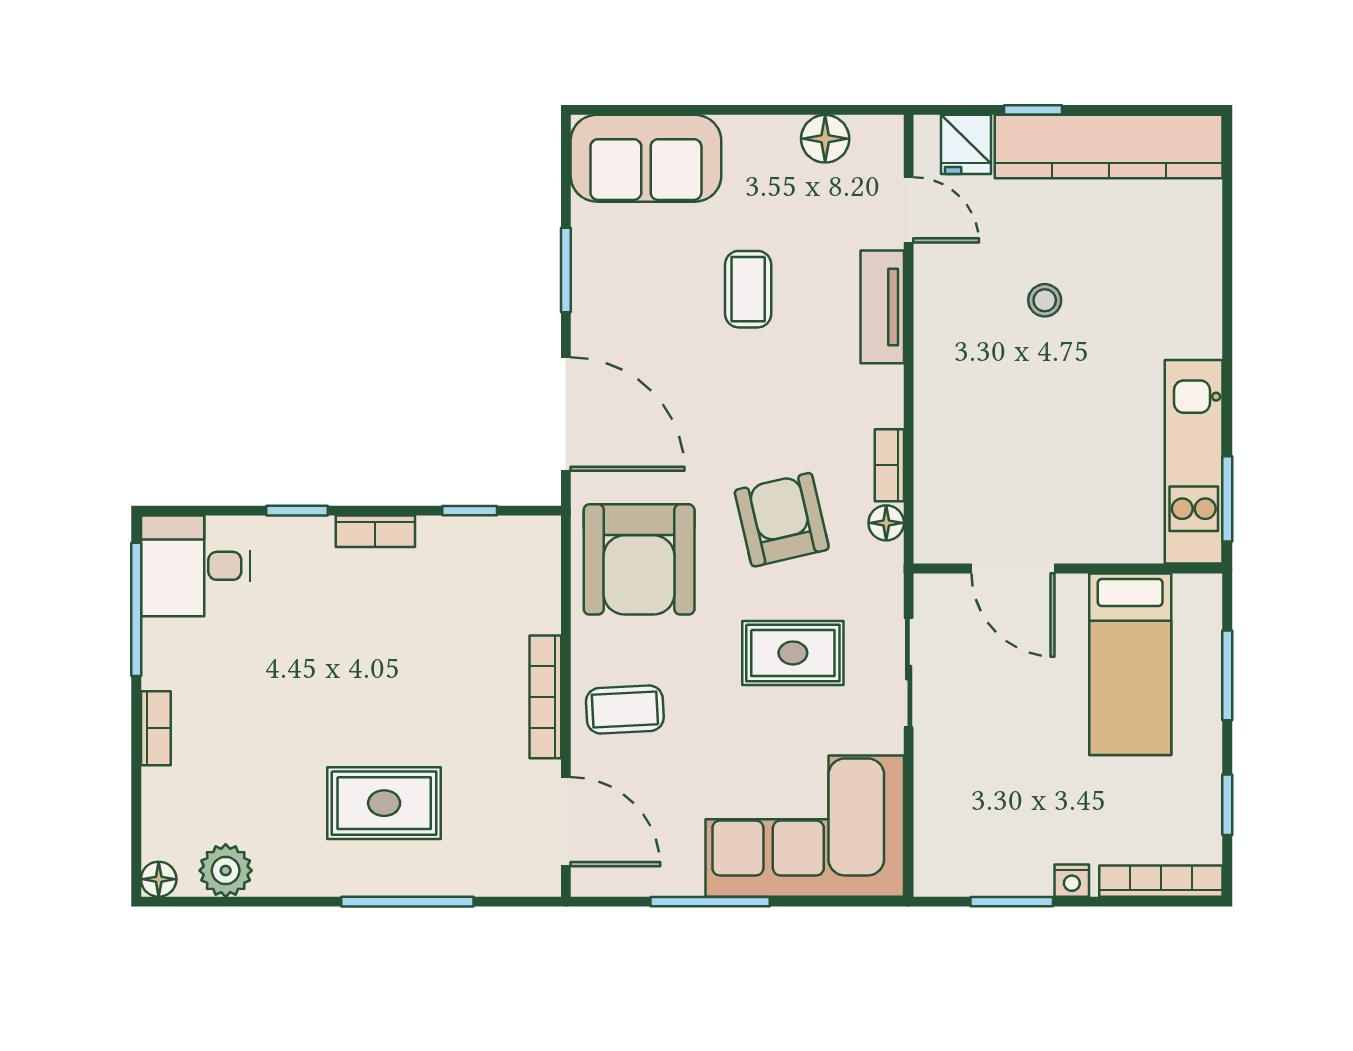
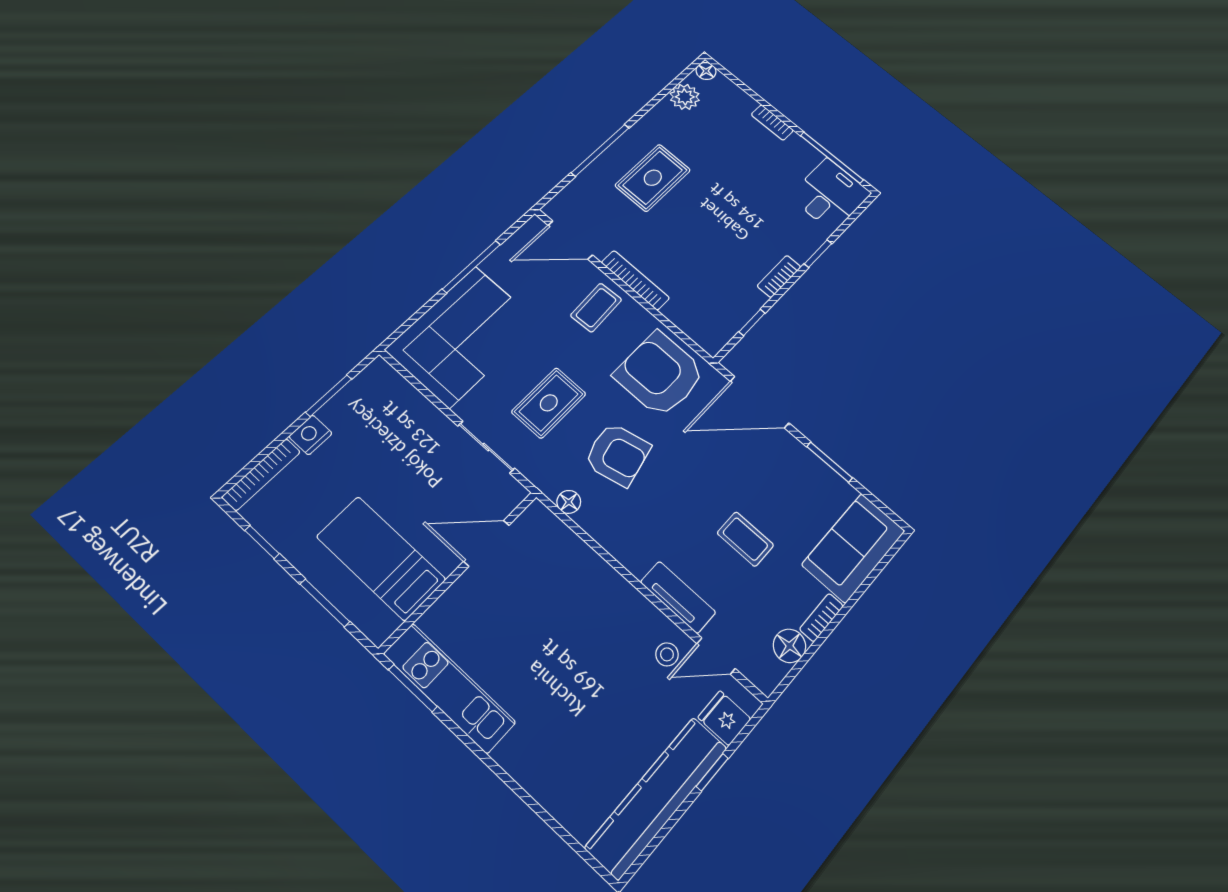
stool: (1045, 300) -> (667, 654), moved
bookcase: (889, 465) -> (821, 618), moved, turned -90
nightstand: (1072, 881) -> (310, 435), width x1.39, depth x1.35

